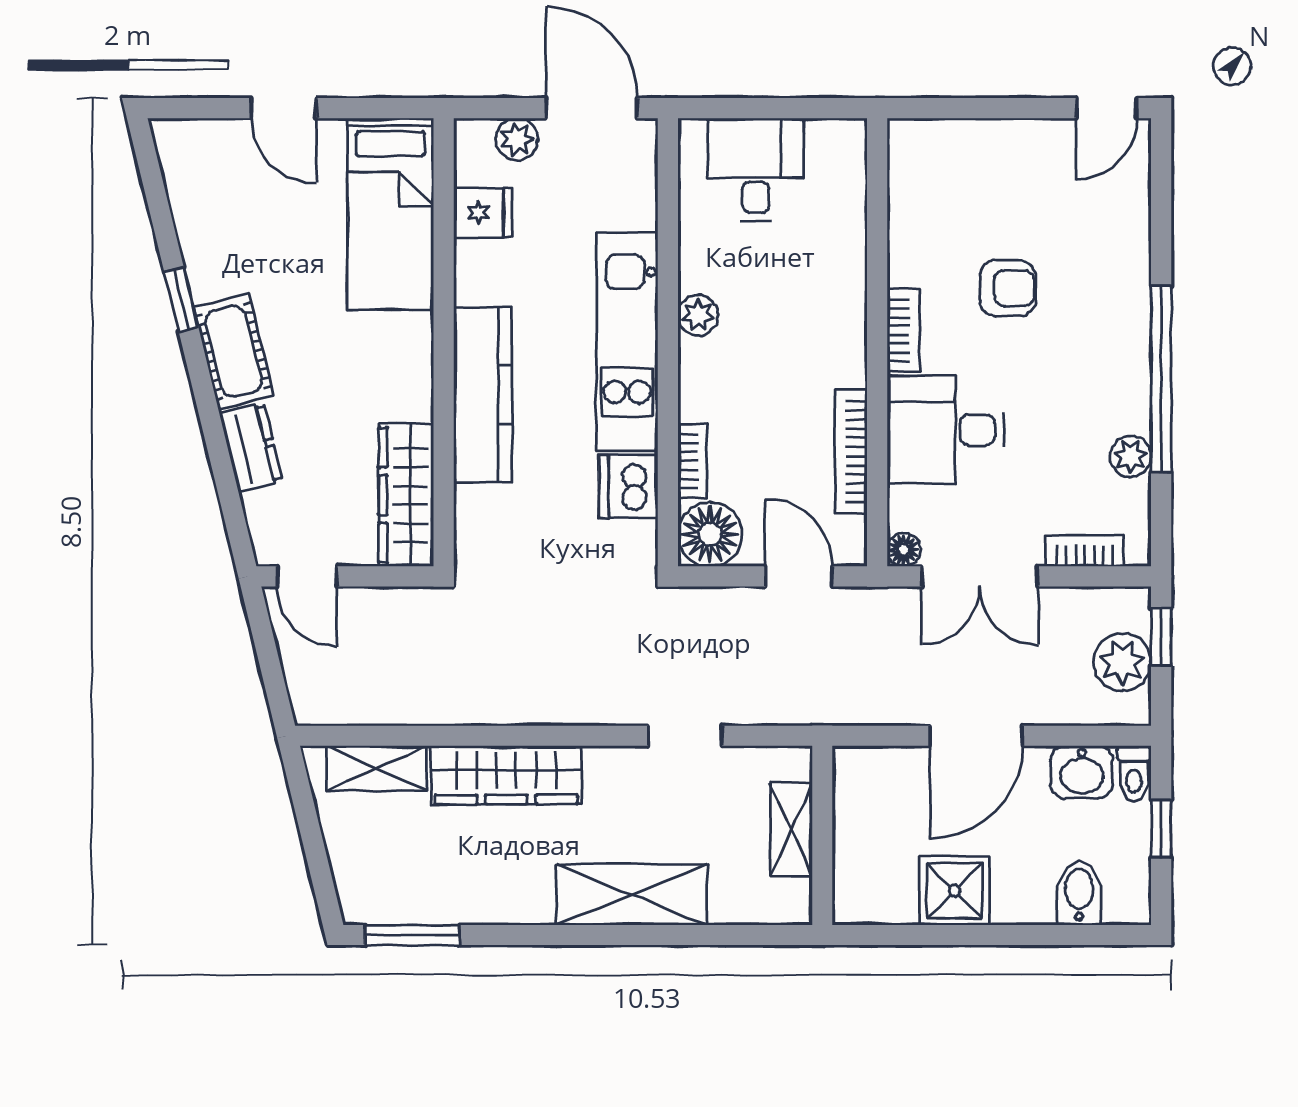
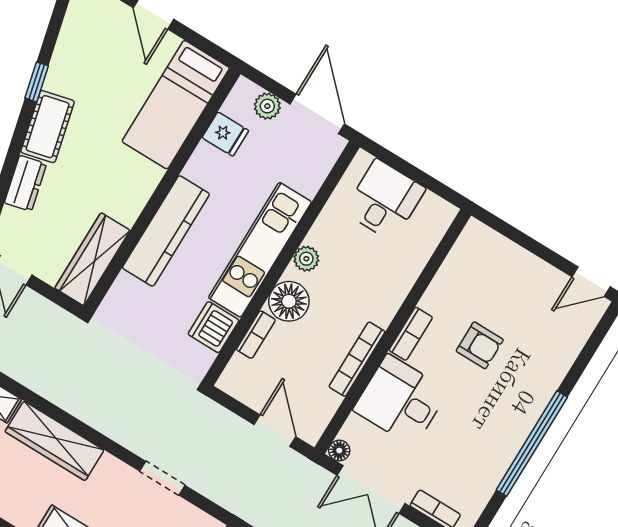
bookcase: (851, 452) -> (357, 359), moved
plant: (1130, 456) -> (490, 475), removed
floor lamp: (710, 534) -> (289, 301), moved

